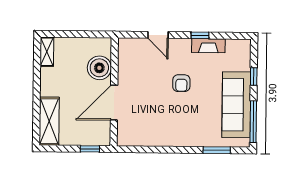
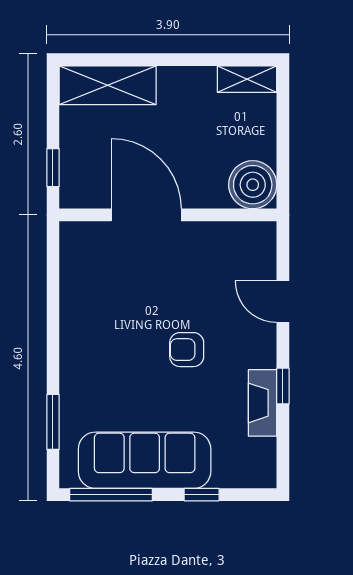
door: (158, 35) -> (283, 302), hinge flipped
boiler: (99, 68) -> (253, 185), moved

